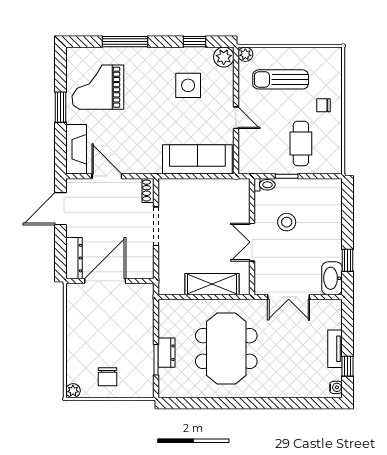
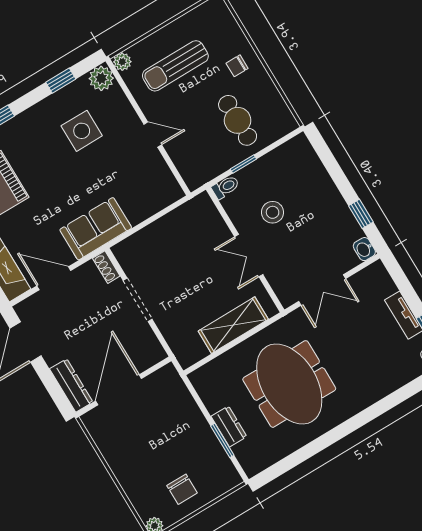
sofa: (197, 159) -> (96, 229), moved, width x0.73
washbasin: (332, 278) -> (364, 249), width x0.52, depth x0.69

